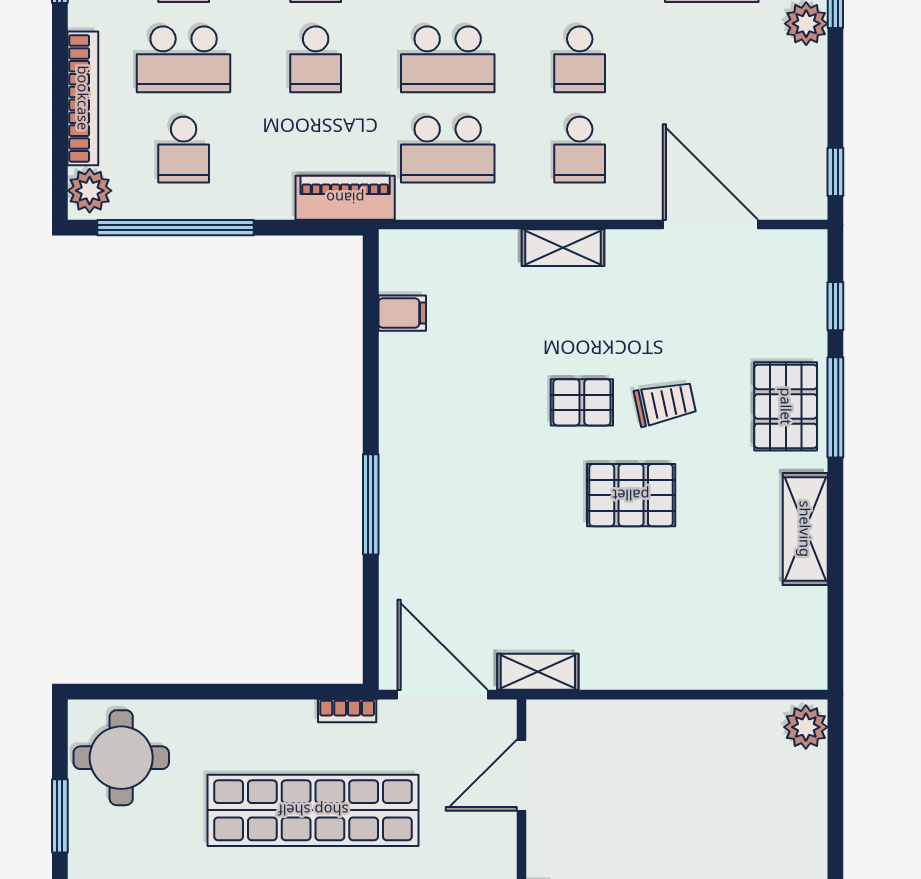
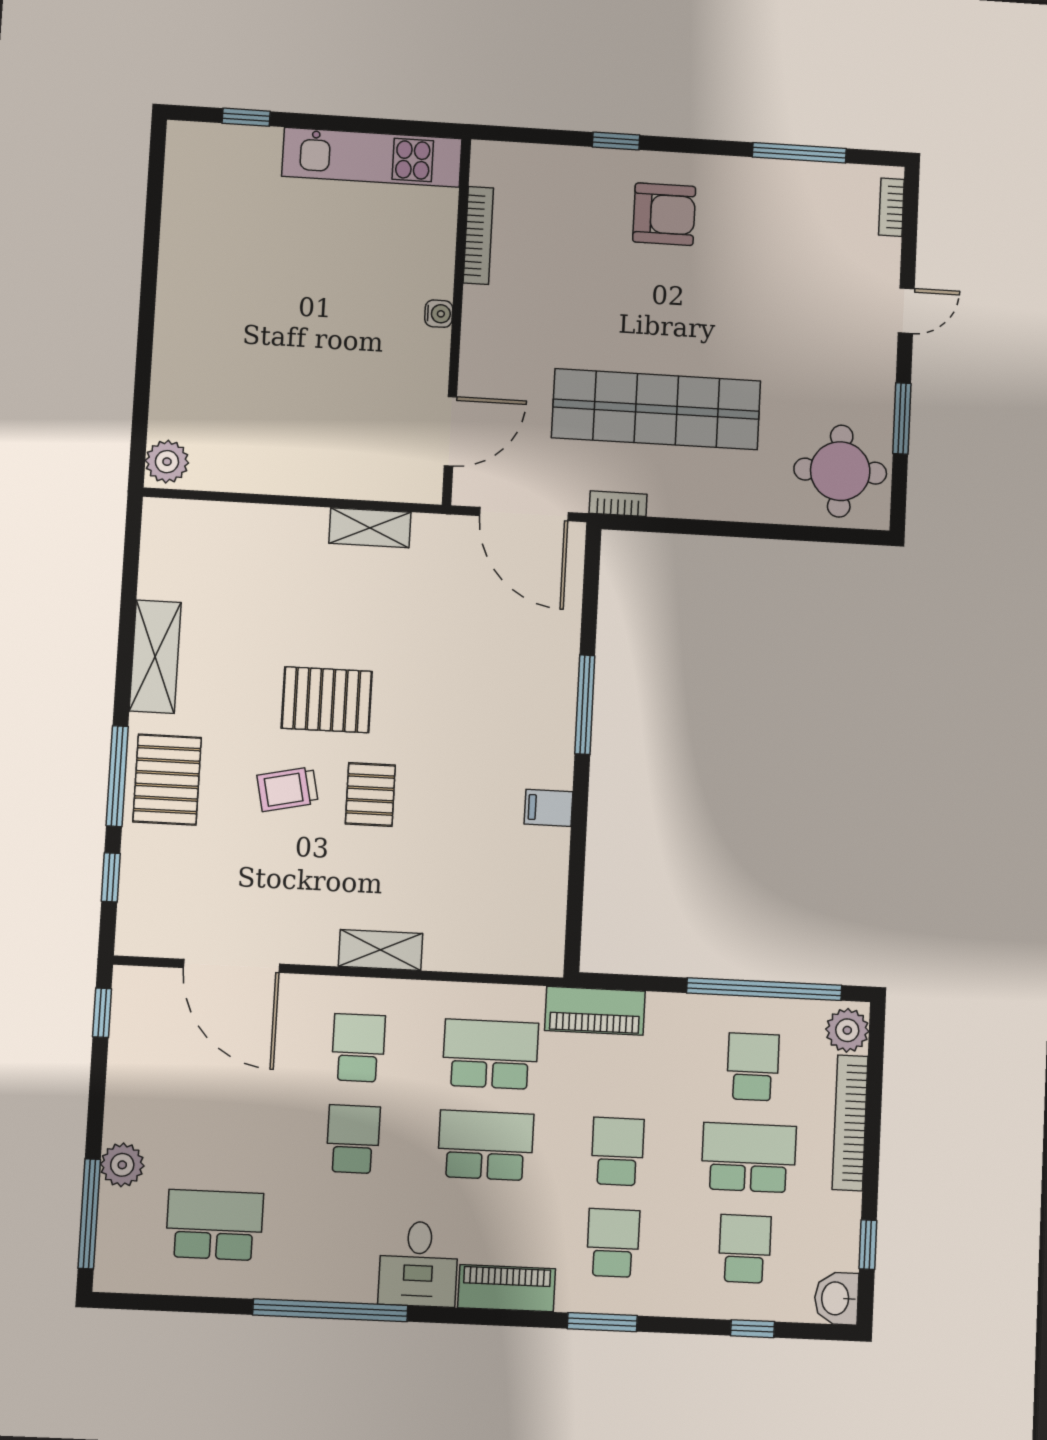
filing cabinet: (402, 313) -> (549, 808), moved
pallet: (582, 402) -> (370, 794), turned 90
shelving: (538, 672) -> (370, 528), moved

